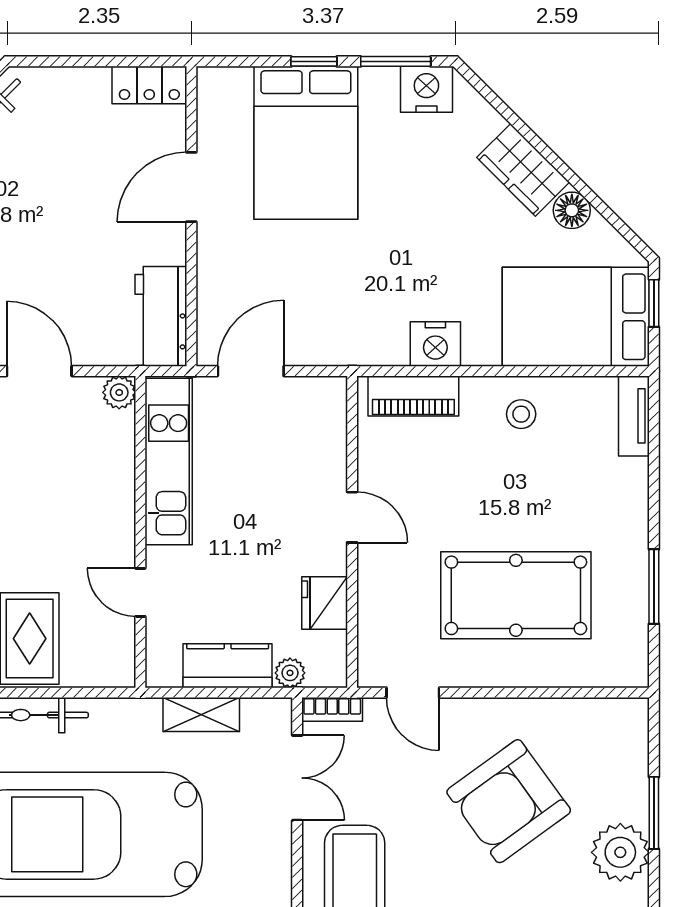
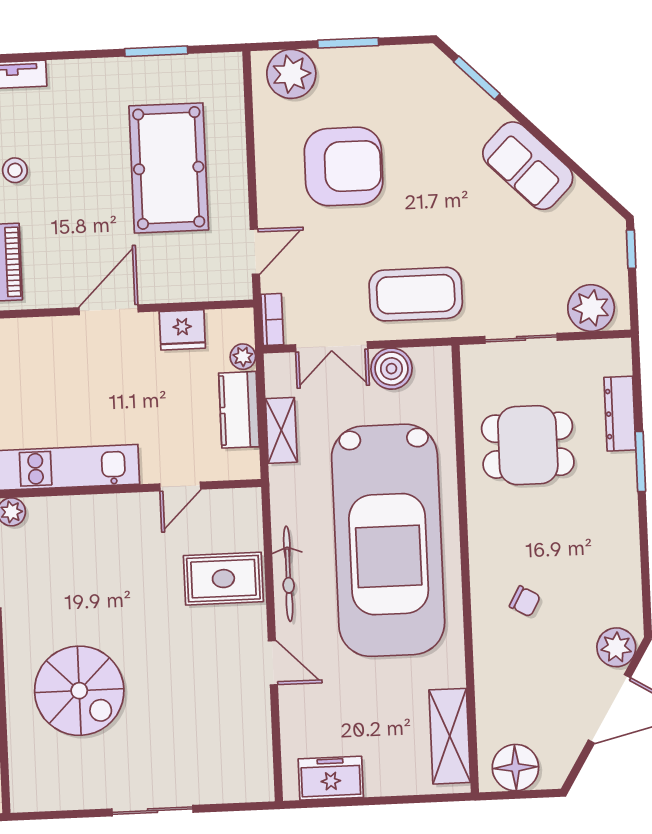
door: (352, 517) -> (109, 310), width x1.38
double door: (297, 778) -> (332, 347), swing flipped
armchair: (509, 801) -> (344, 166), turned -54
boiler: (268, 847) -> (391, 369), added
plant: (620, 852) -> (291, 74), moved

